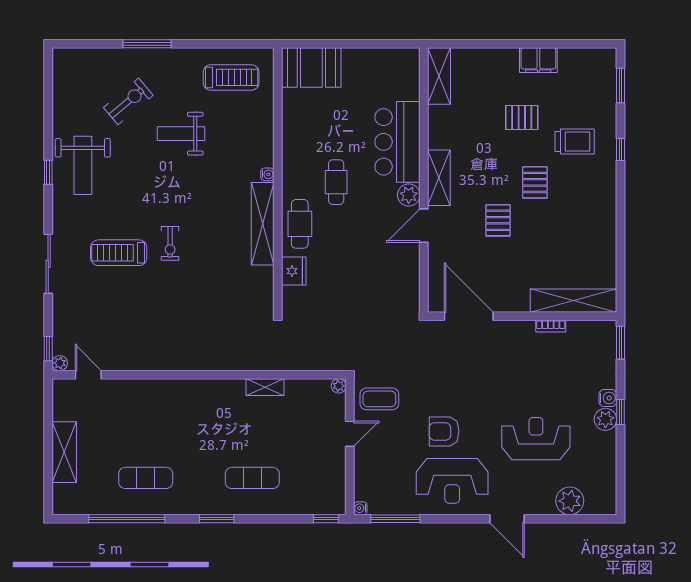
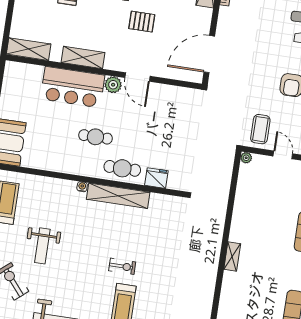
shelving: (439, 178) -> (83, 57), moved
shelving: (265, 387) -> (232, 257), moved

